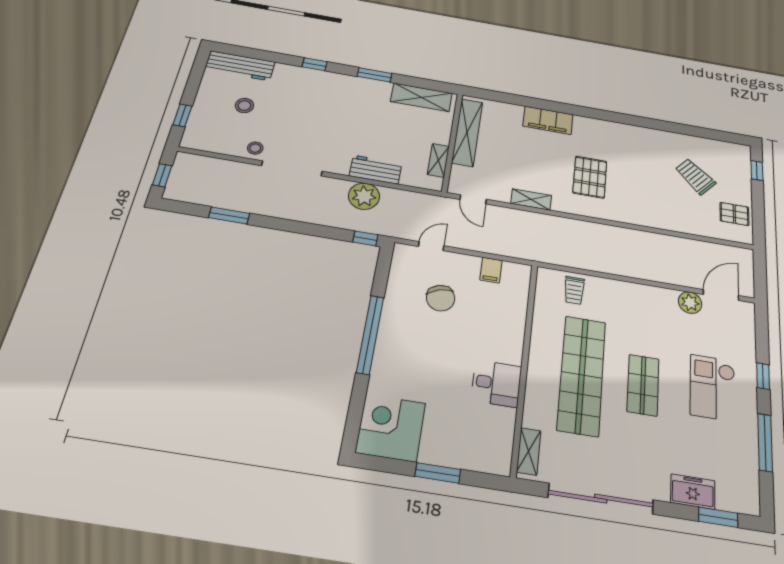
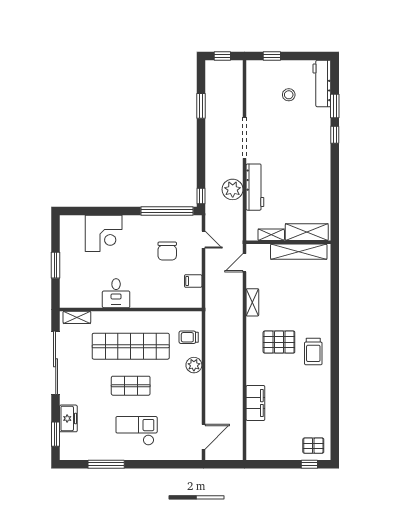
window: (375, 75) -> (335, 106), moved
shelving: (421, 97) -> (307, 232), moved, turned 90
filing cabinet: (548, 120) -> (255, 403), moved, turned 180
stool: (255, 148) -> (256, 110), removed
workbench: (376, 170) -> (255, 187), width x1.37
trolley: (695, 176) -> (313, 352), moved, turned 138
pallet: (734, 214) -> (313, 446), moved, turned 90
door: (721, 295) -> (203, 437), hinge flipped
chair: (441, 298) -> (167, 251), turned -73
plant: (690, 303) -> (194, 365), moved
window: (370, 335) -> (167, 211), moved
window: (763, 376) -> (150, 464), removed
corner desk: (391, 428) -> (104, 233), moved, turned 90

